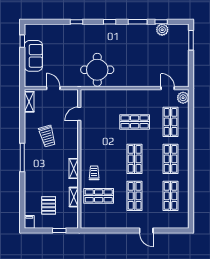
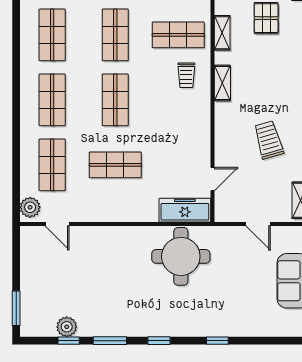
freezer: (95, 96) -> (185, 210), added

